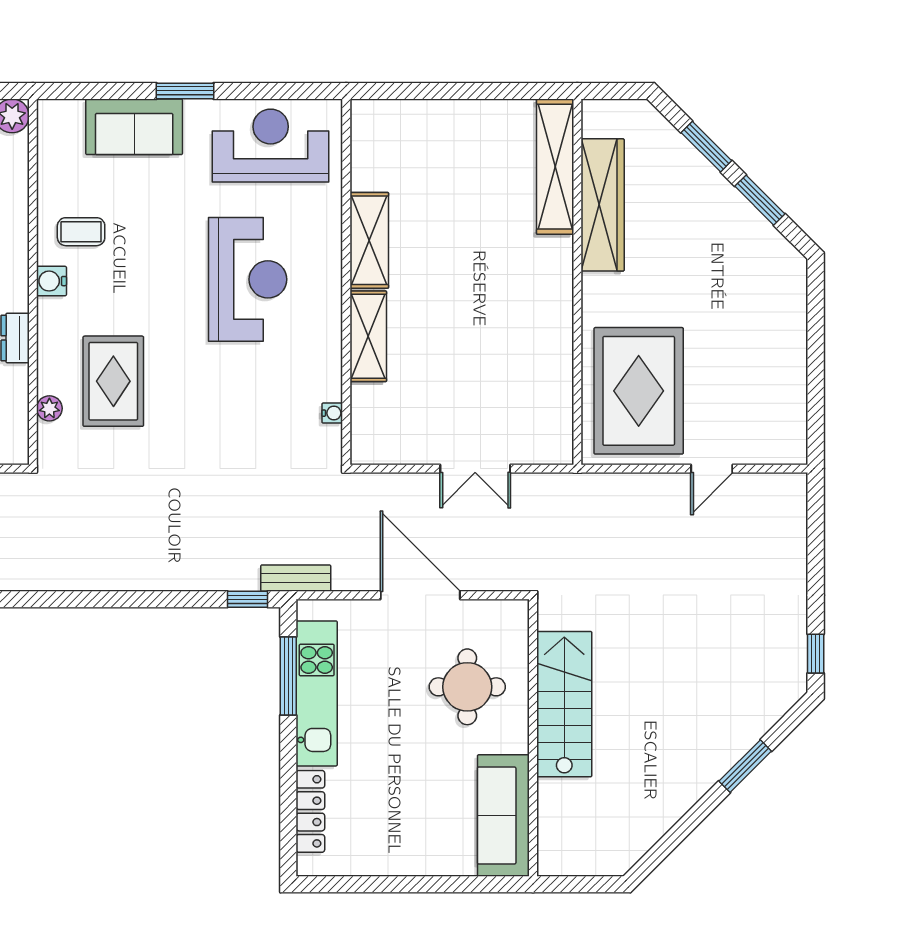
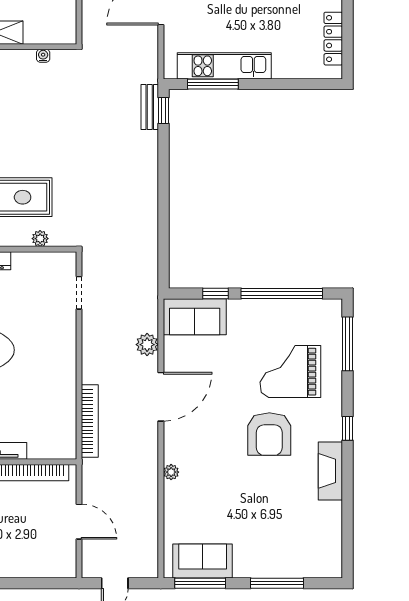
bench: (296, 578) -> (150, 107), moved
locker: (310, 811) -> (333, 39), moved, turned -90

